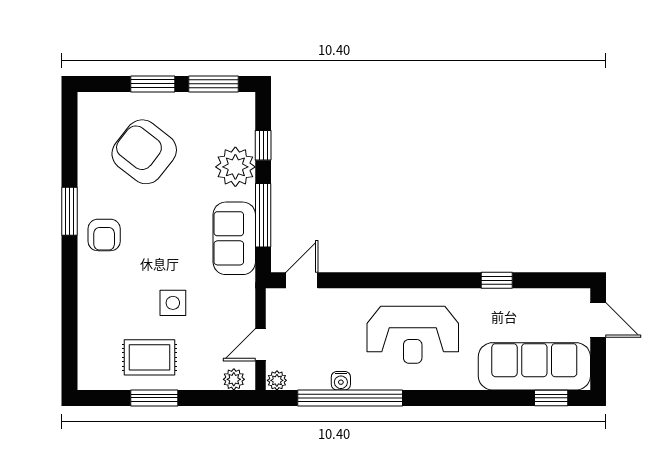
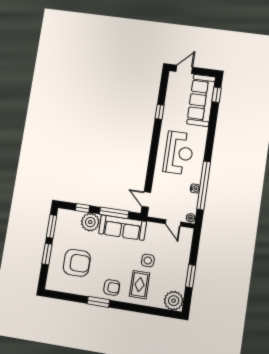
armchair: (144, 152) -> (77, 263), turned -128
sofa: (234, 238) -> (123, 228), width x1.36
rug: (149, 357) -> (140, 285), moved
plant: (234, 379) -> (174, 301), moved, width x1.87, depth x1.87

